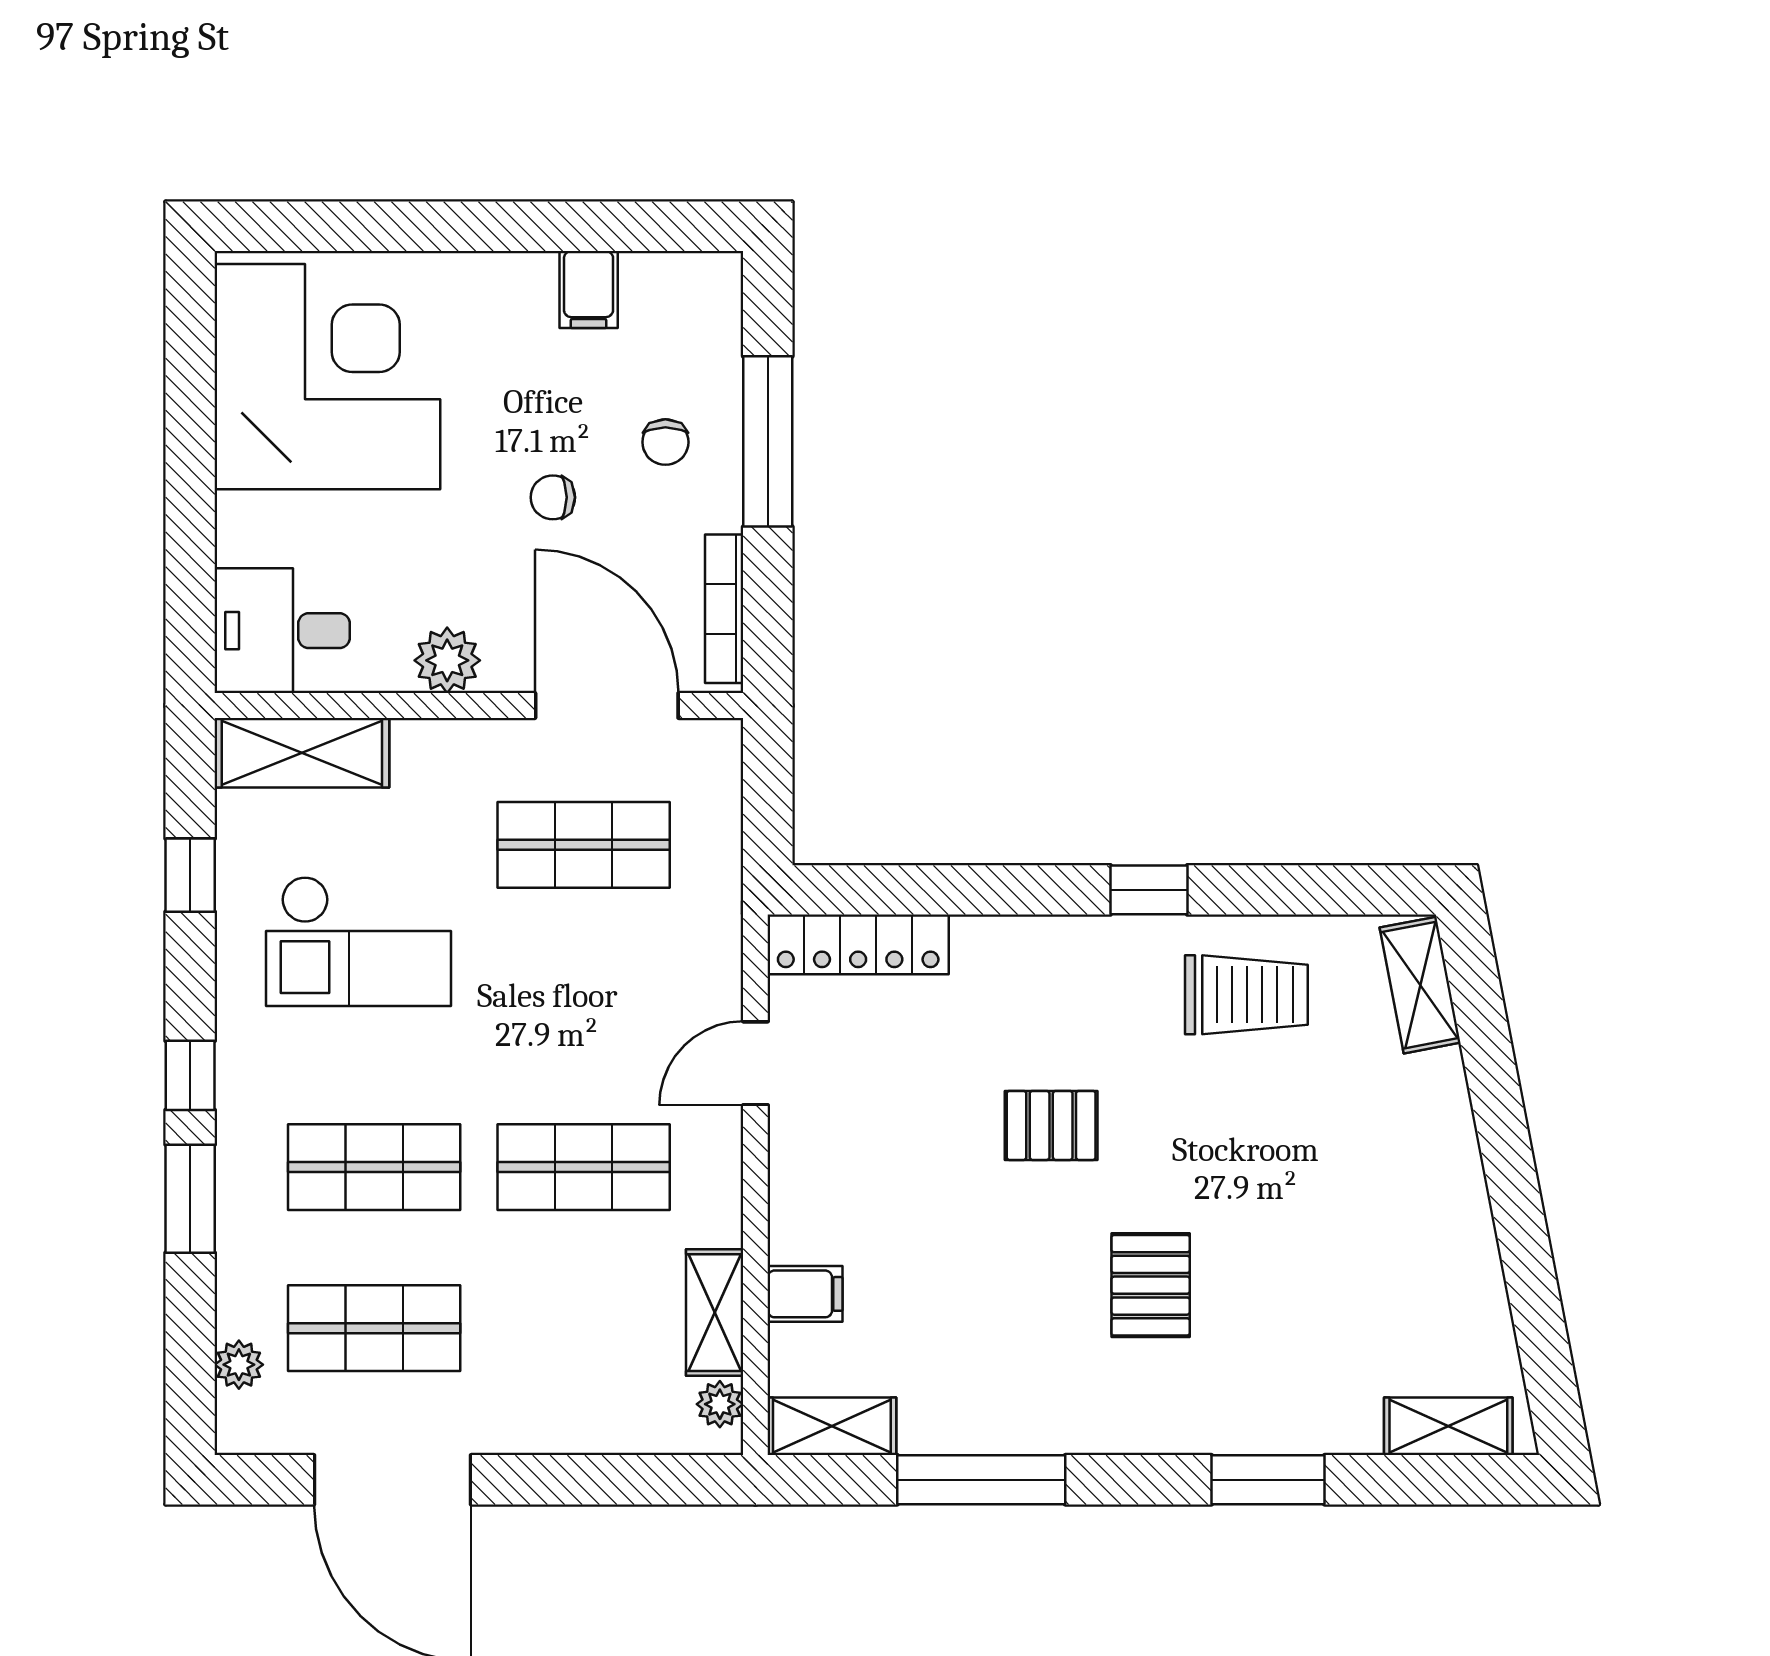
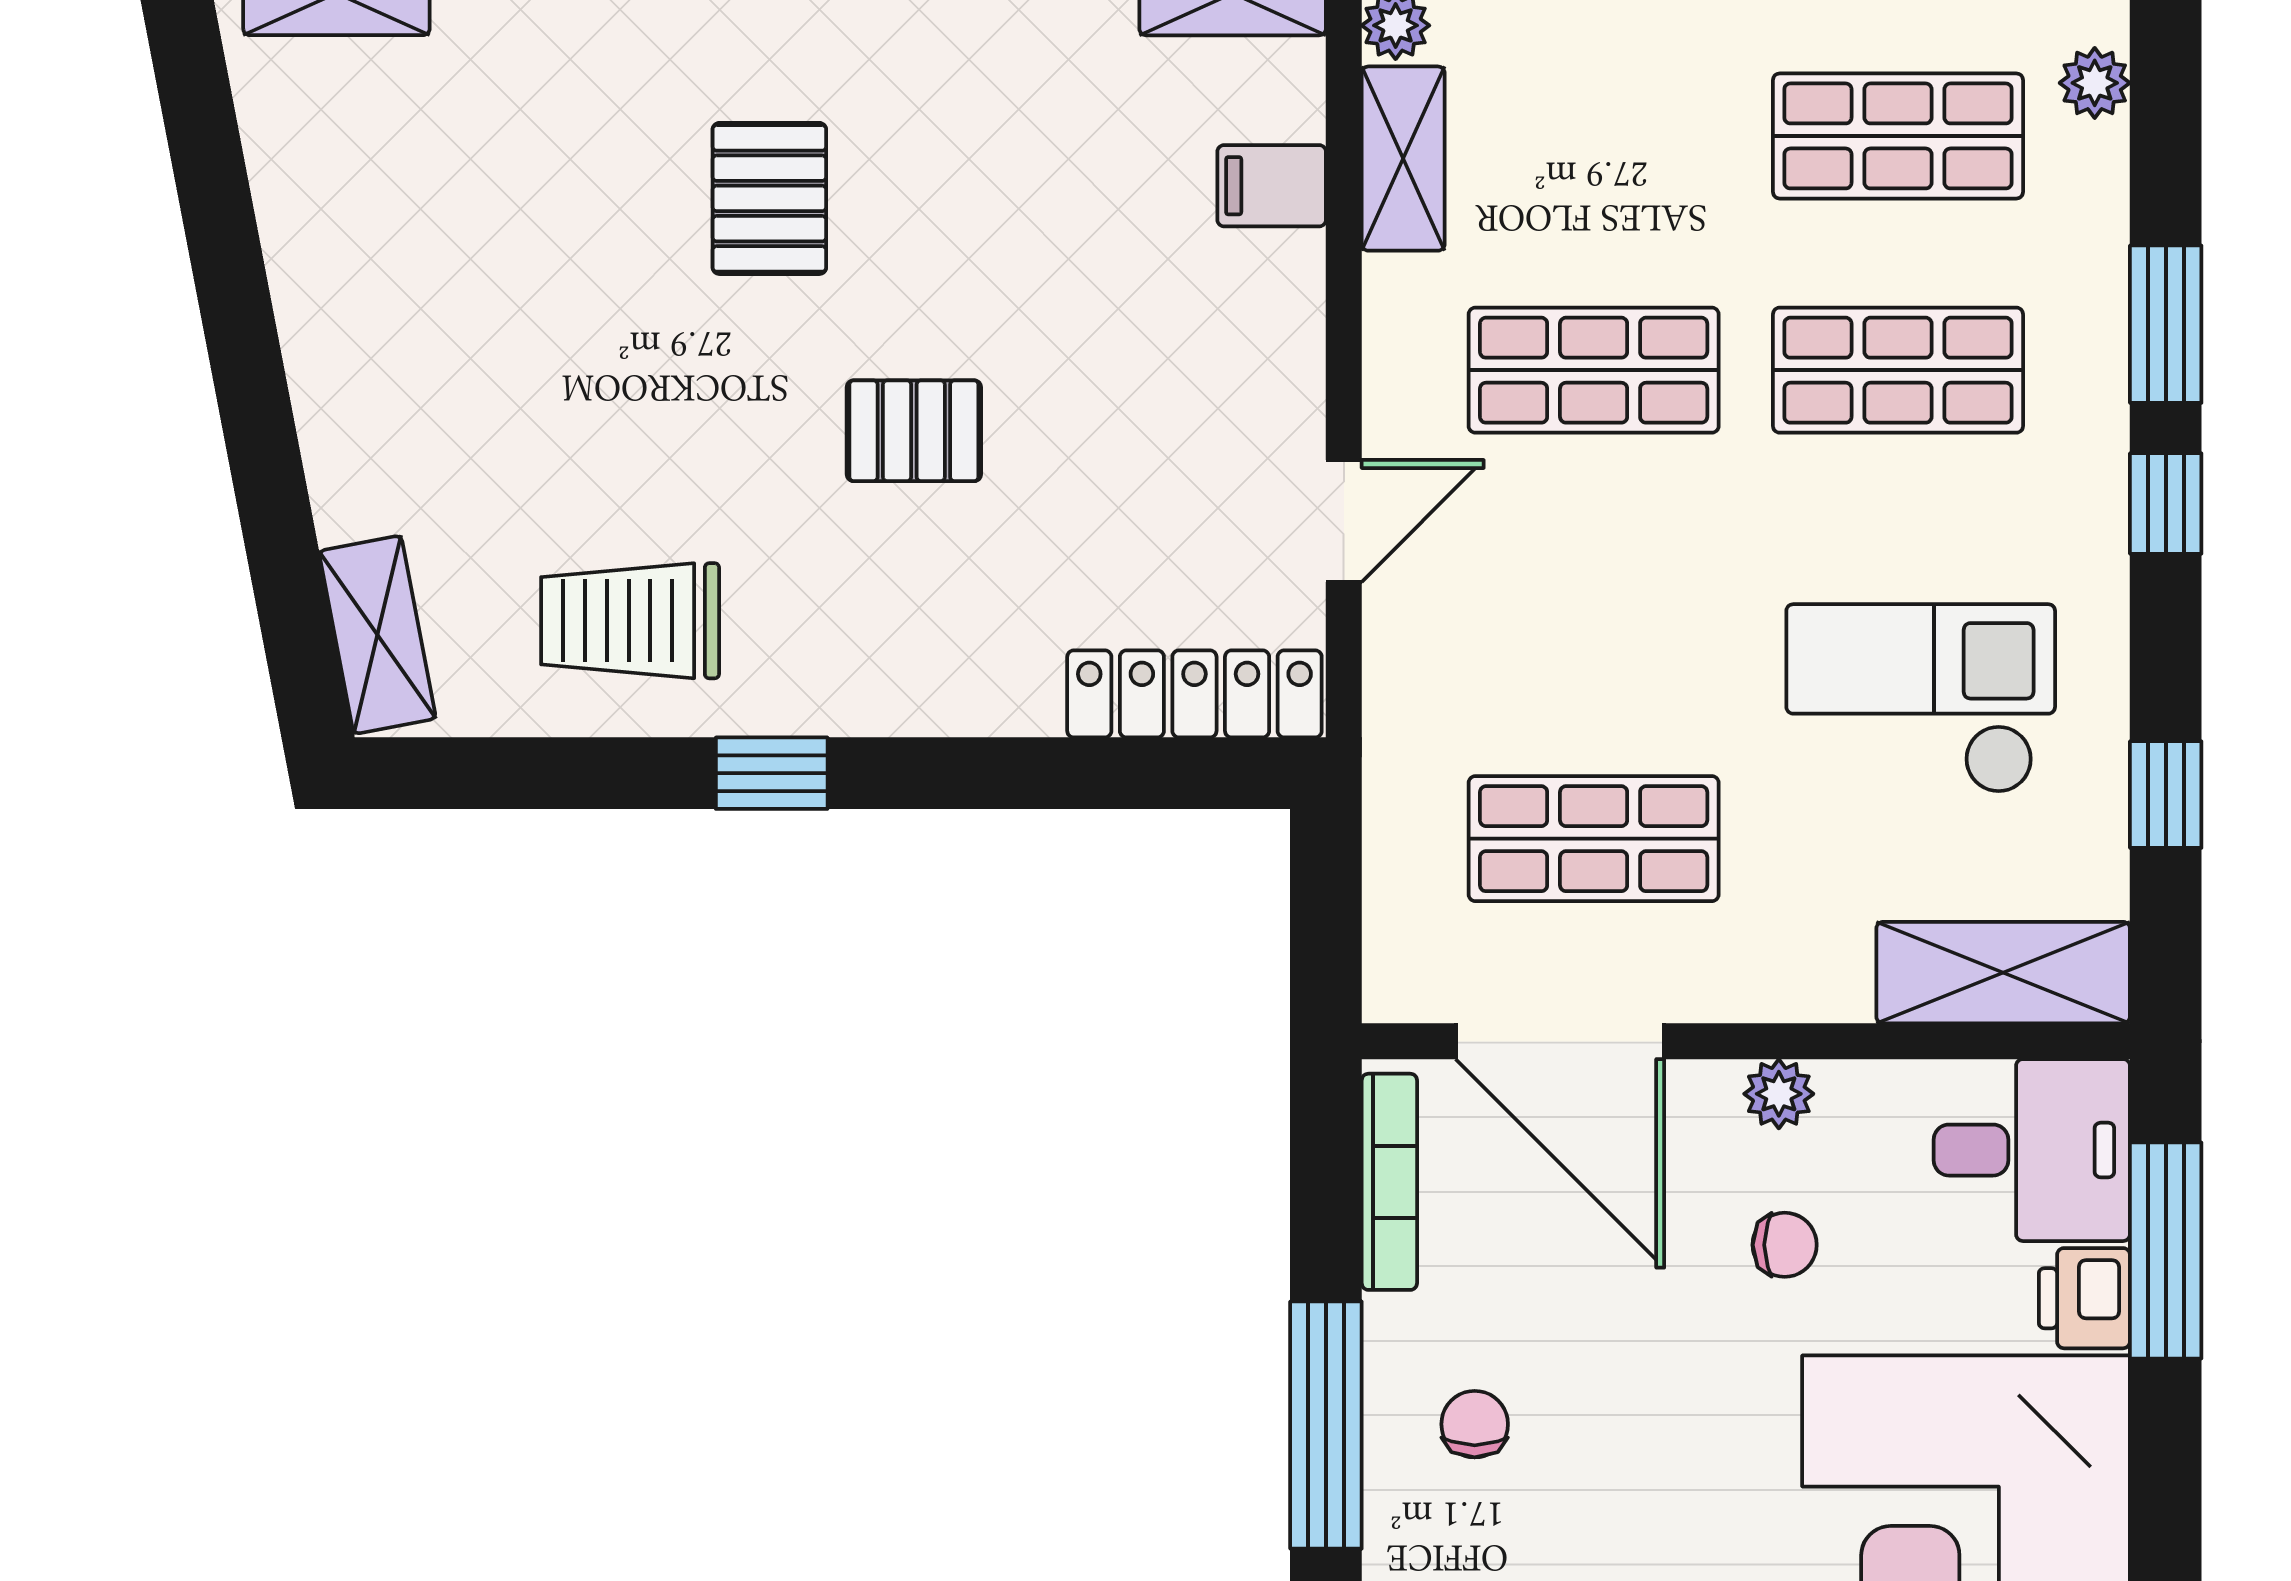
chair: (553, 497) -> (1785, 1245), moved
printer: (246, 529) -> (2084, 1298), added
window: (190, 562) -> (2166, 1251), added
plant: (447, 660) -> (1779, 1094), width x0.73, depth x0.73

